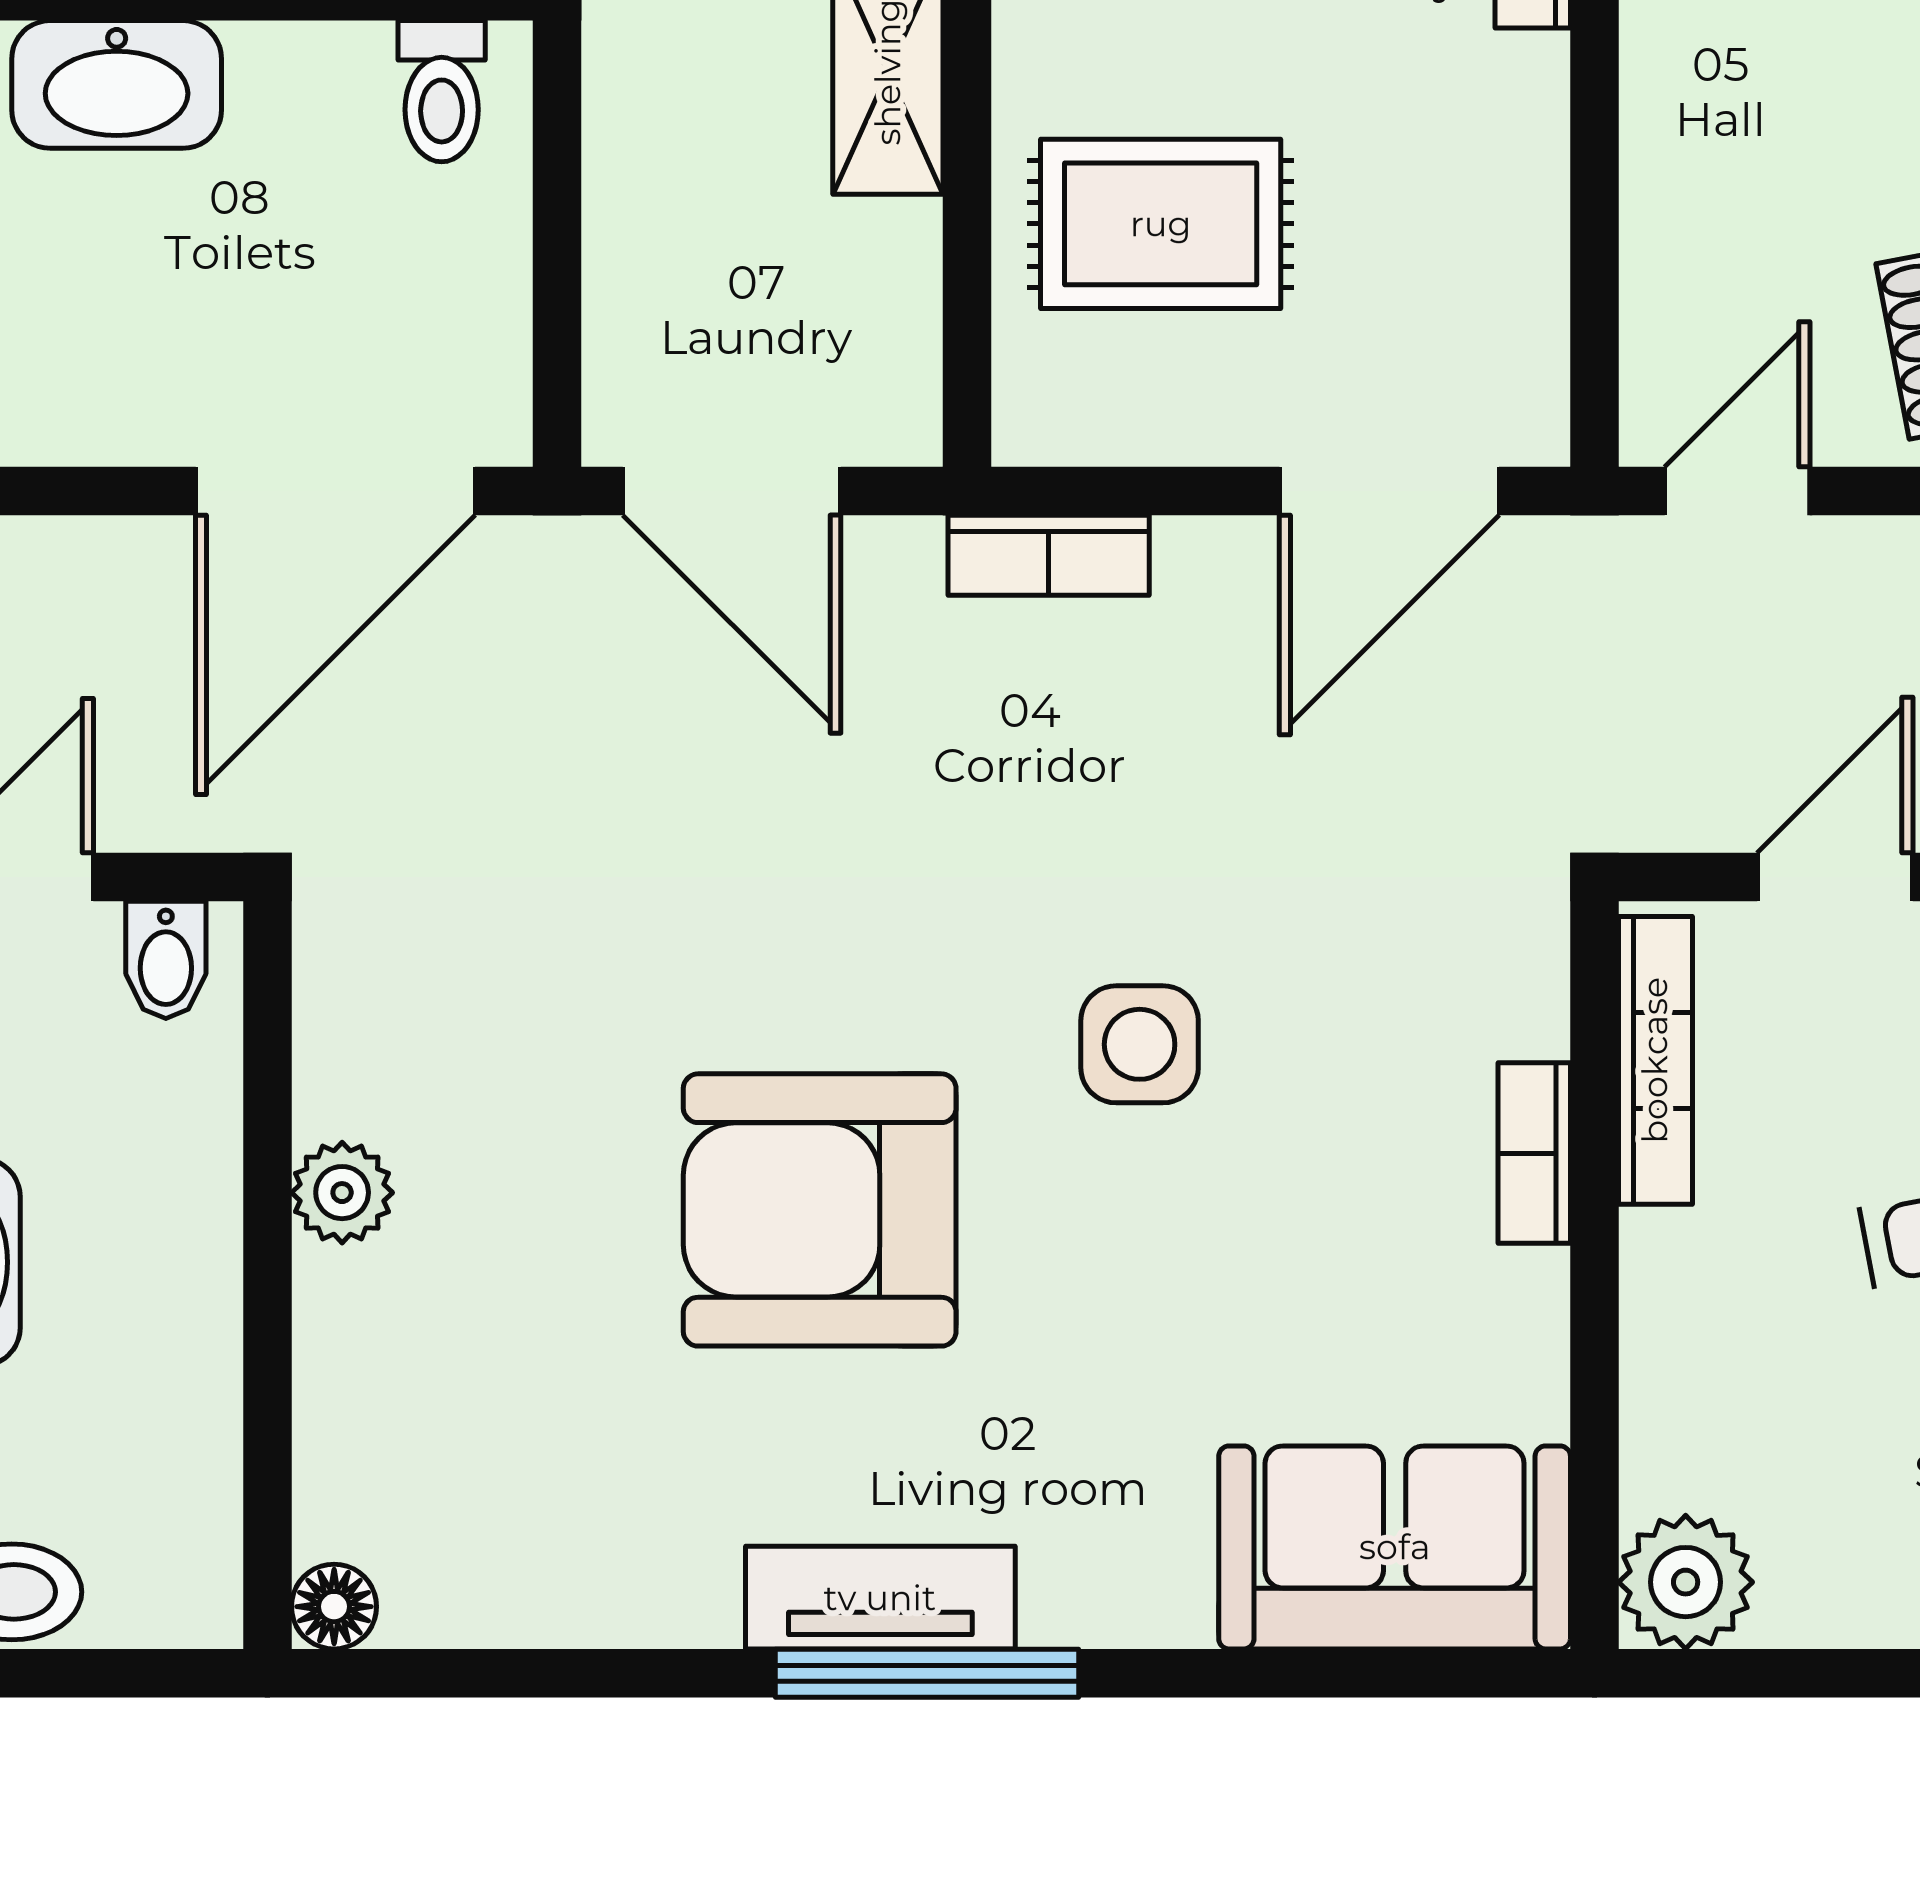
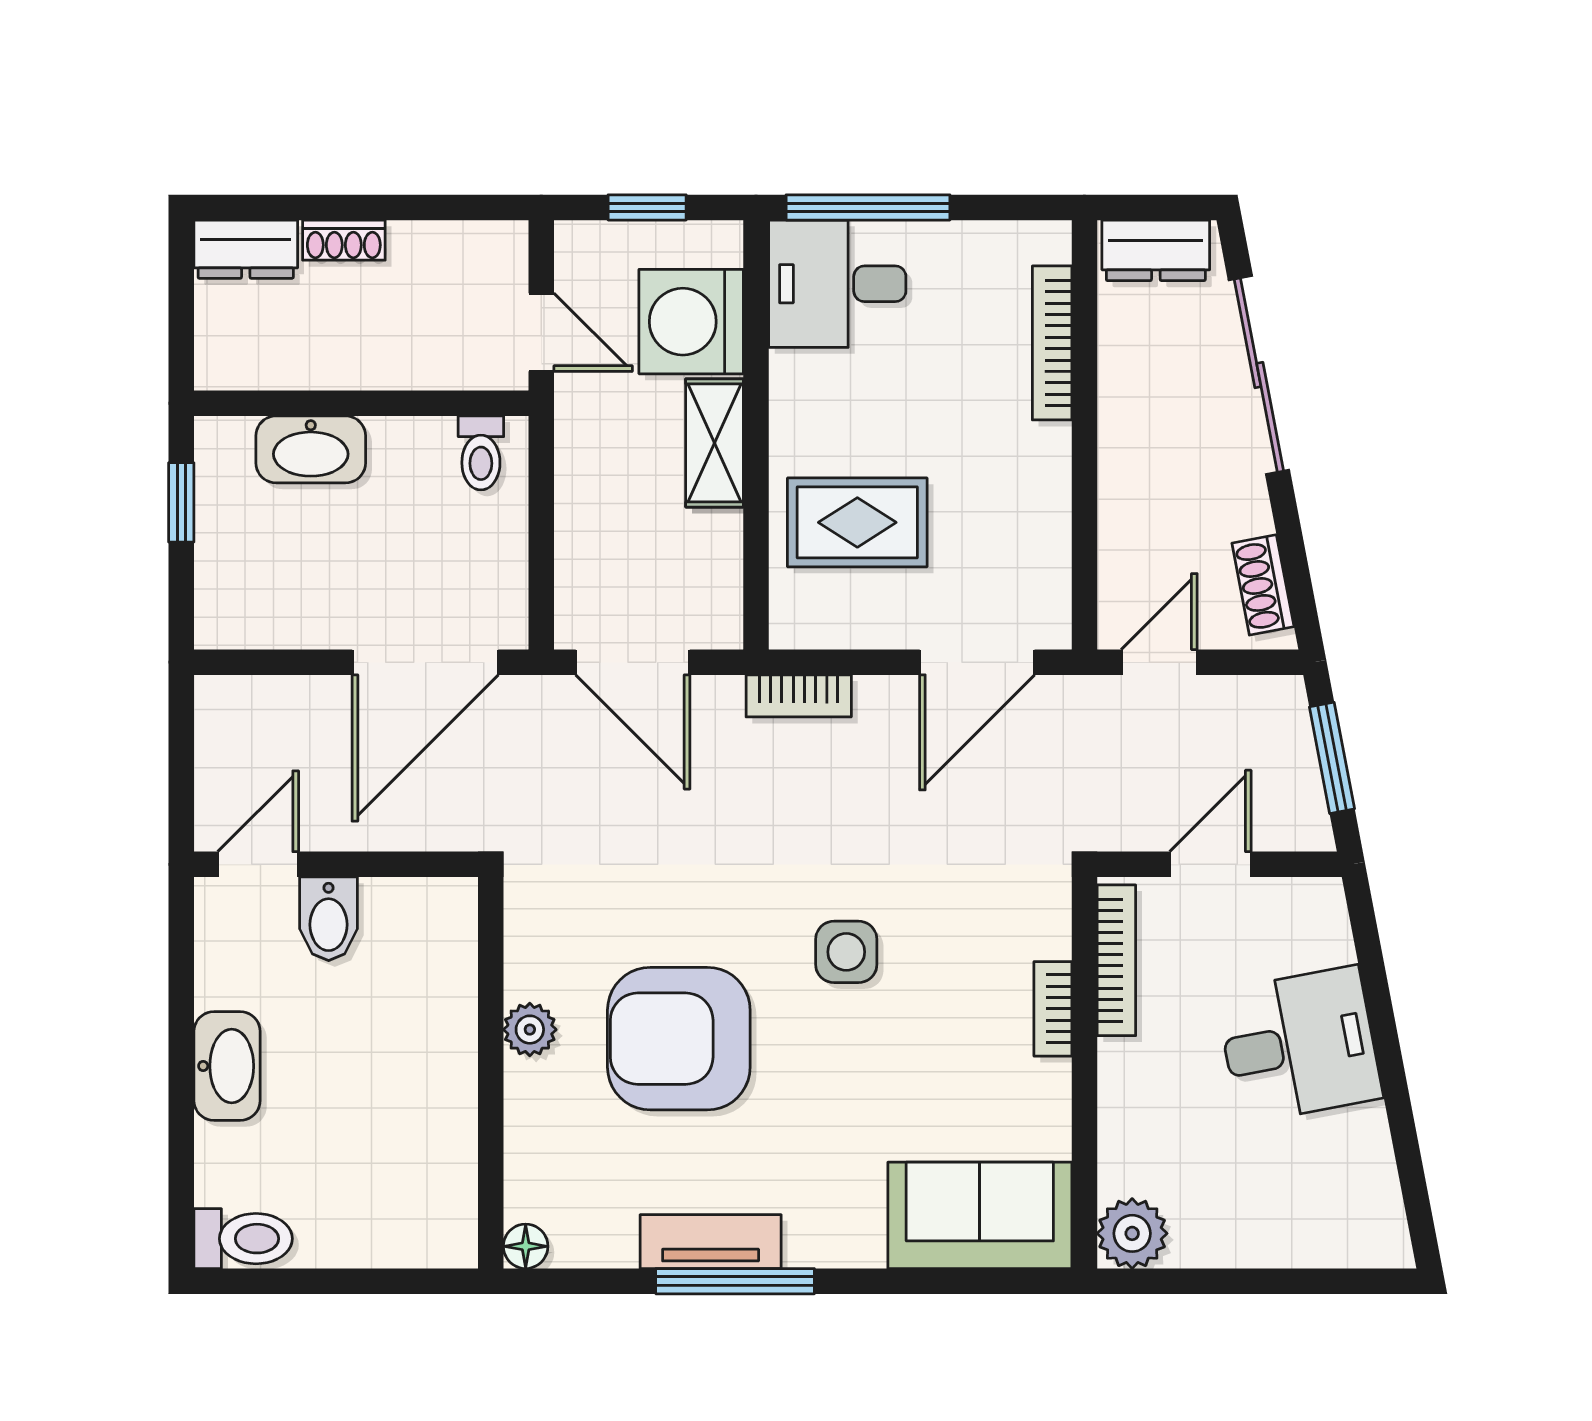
bidet: (166, 960) -> (329, 919), width x1.38, depth x1.36
plant: (342, 1193) -> (530, 1030), moved
wall: (267, 1275) -> (491, 1073), moved
floor lamp: (334, 1607) -> (526, 1246), moved

